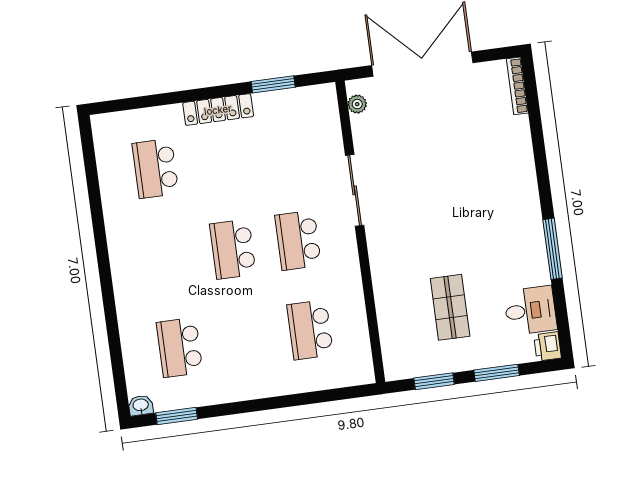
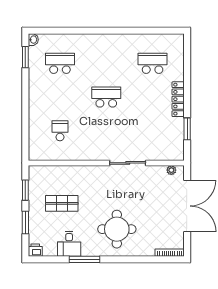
round table: (486, 194) -> (117, 229), added
school desk: (298, 240) -> (106, 131), removed
desk: (530, 310) -> (69, 244), moved
school desk: (310, 330) -> (60, 131), width x0.54

